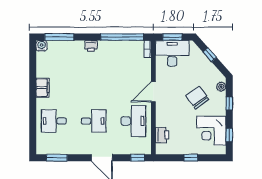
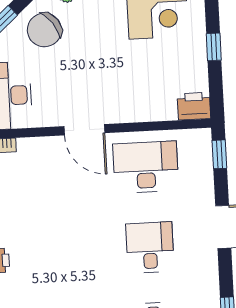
chair: (197, 98) -> (44, 30), moved
printer: (162, 135) -> (194, 106), moved

